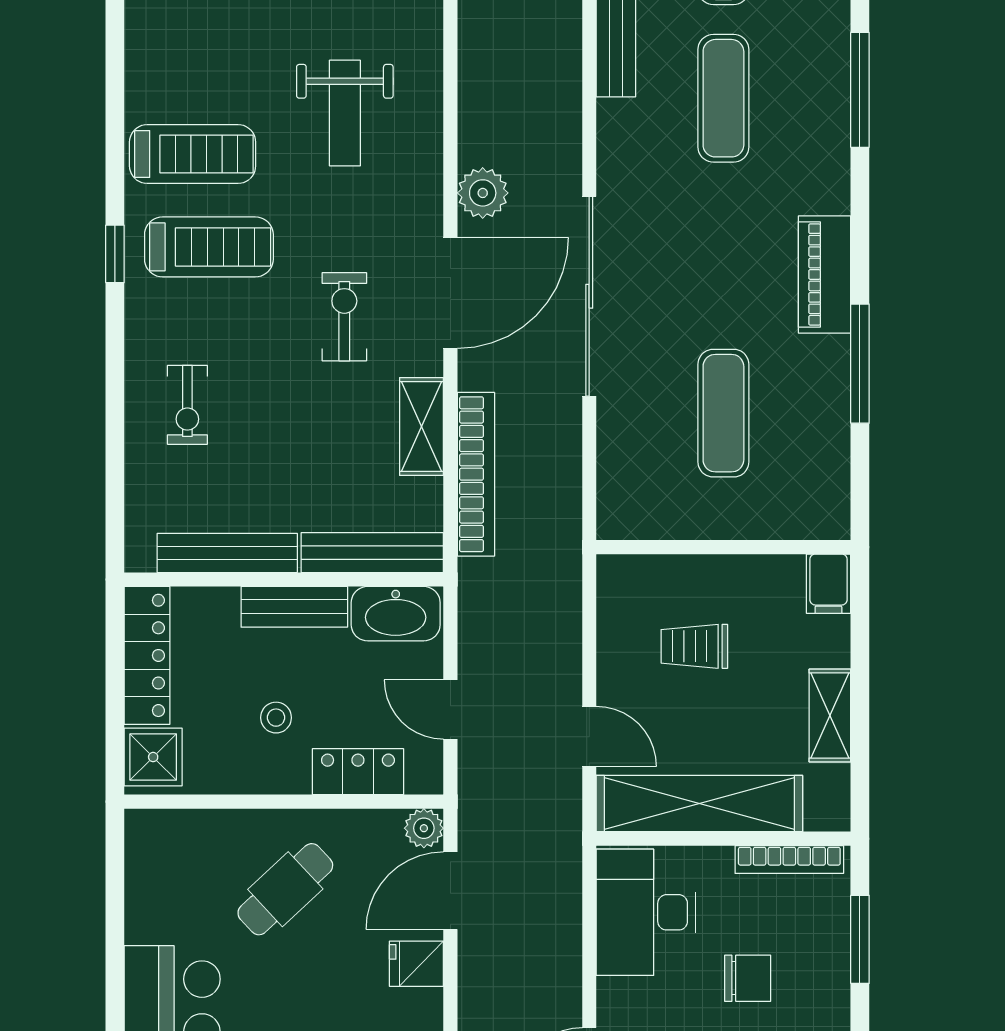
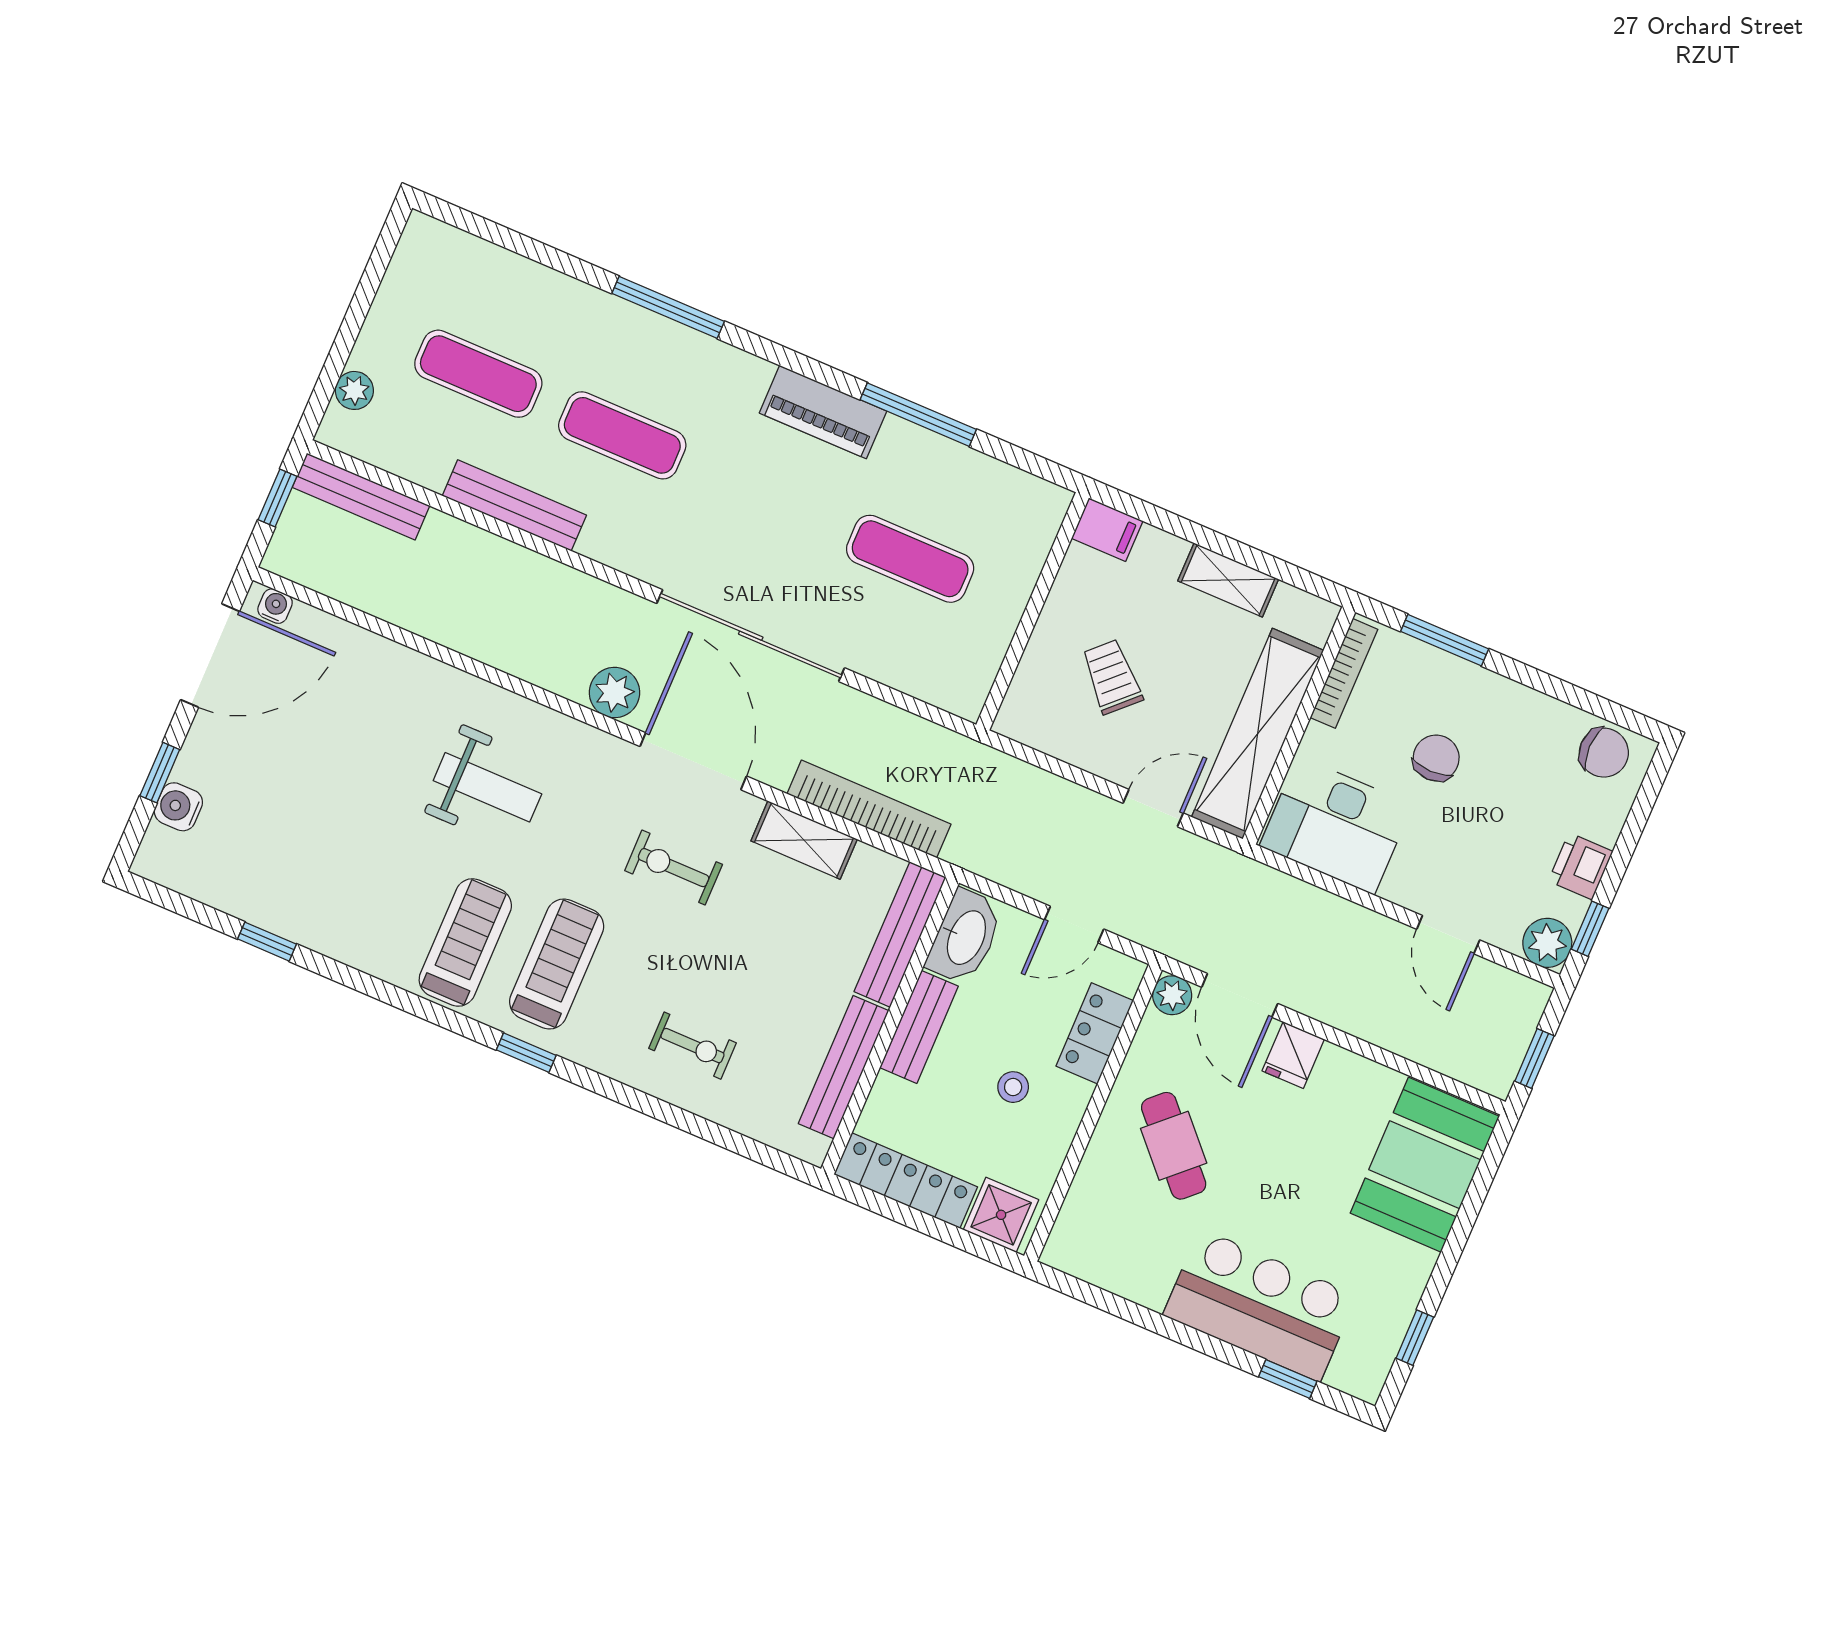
trolley: (694, 646) -> (1112, 677), turned 136

